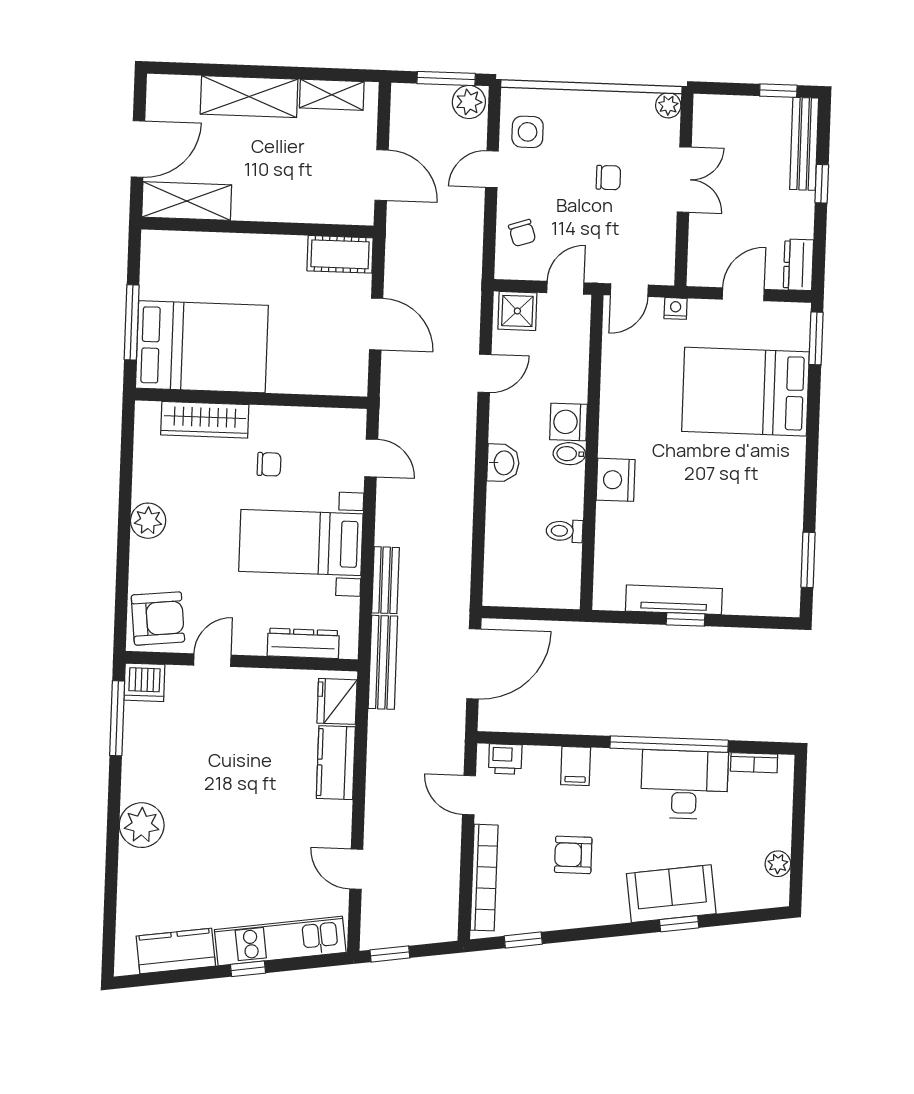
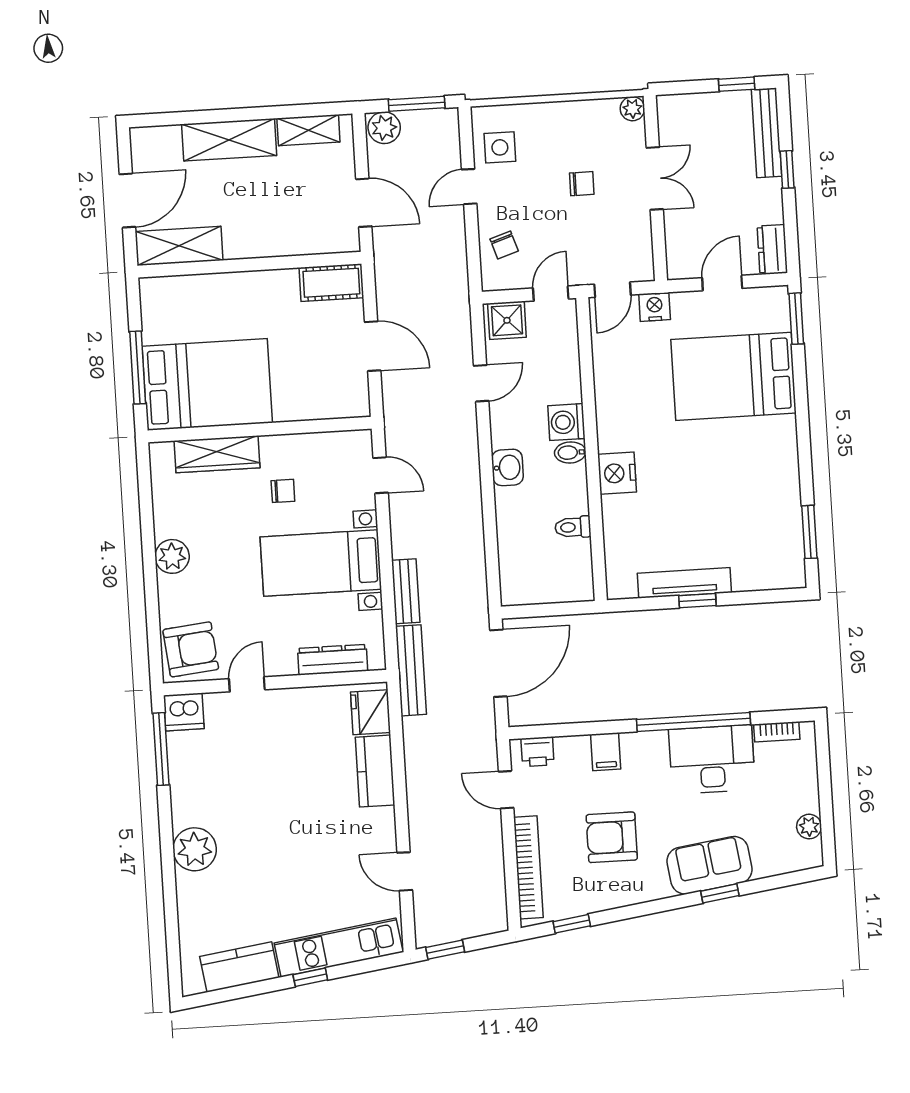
plant: (469, 102) -> (384, 128), moved
nightstand: (676, 308) -> (655, 307), width x1.39, depth x1.35
armchair: (573, 855) -> (612, 837), width x1.38, depth x1.38

